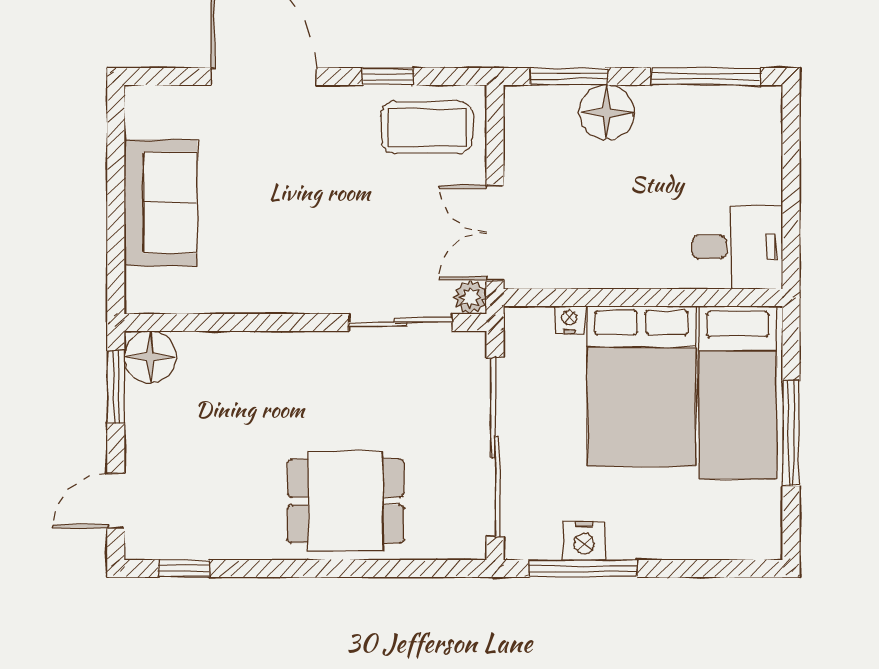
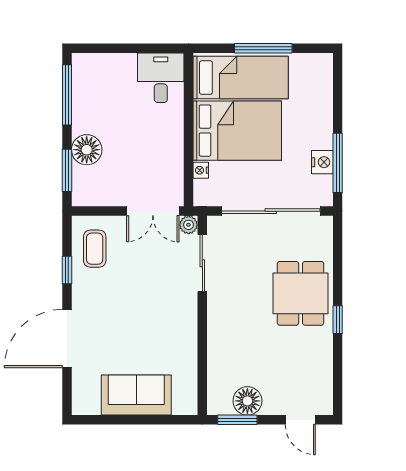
coffee table: (427, 127) -> (95, 249), width x0.73, depth x0.77
floor lamp: (150, 357) -> (247, 401), moved
window: (184, 568) -> (338, 320), moved

